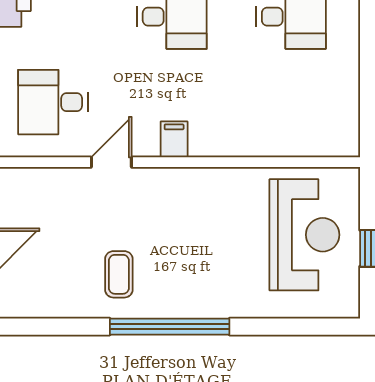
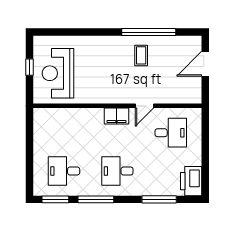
filing cabinet: (174, 139) -> (116, 116), width x2.00
window: (170, 327) -> (149, 32), moved

